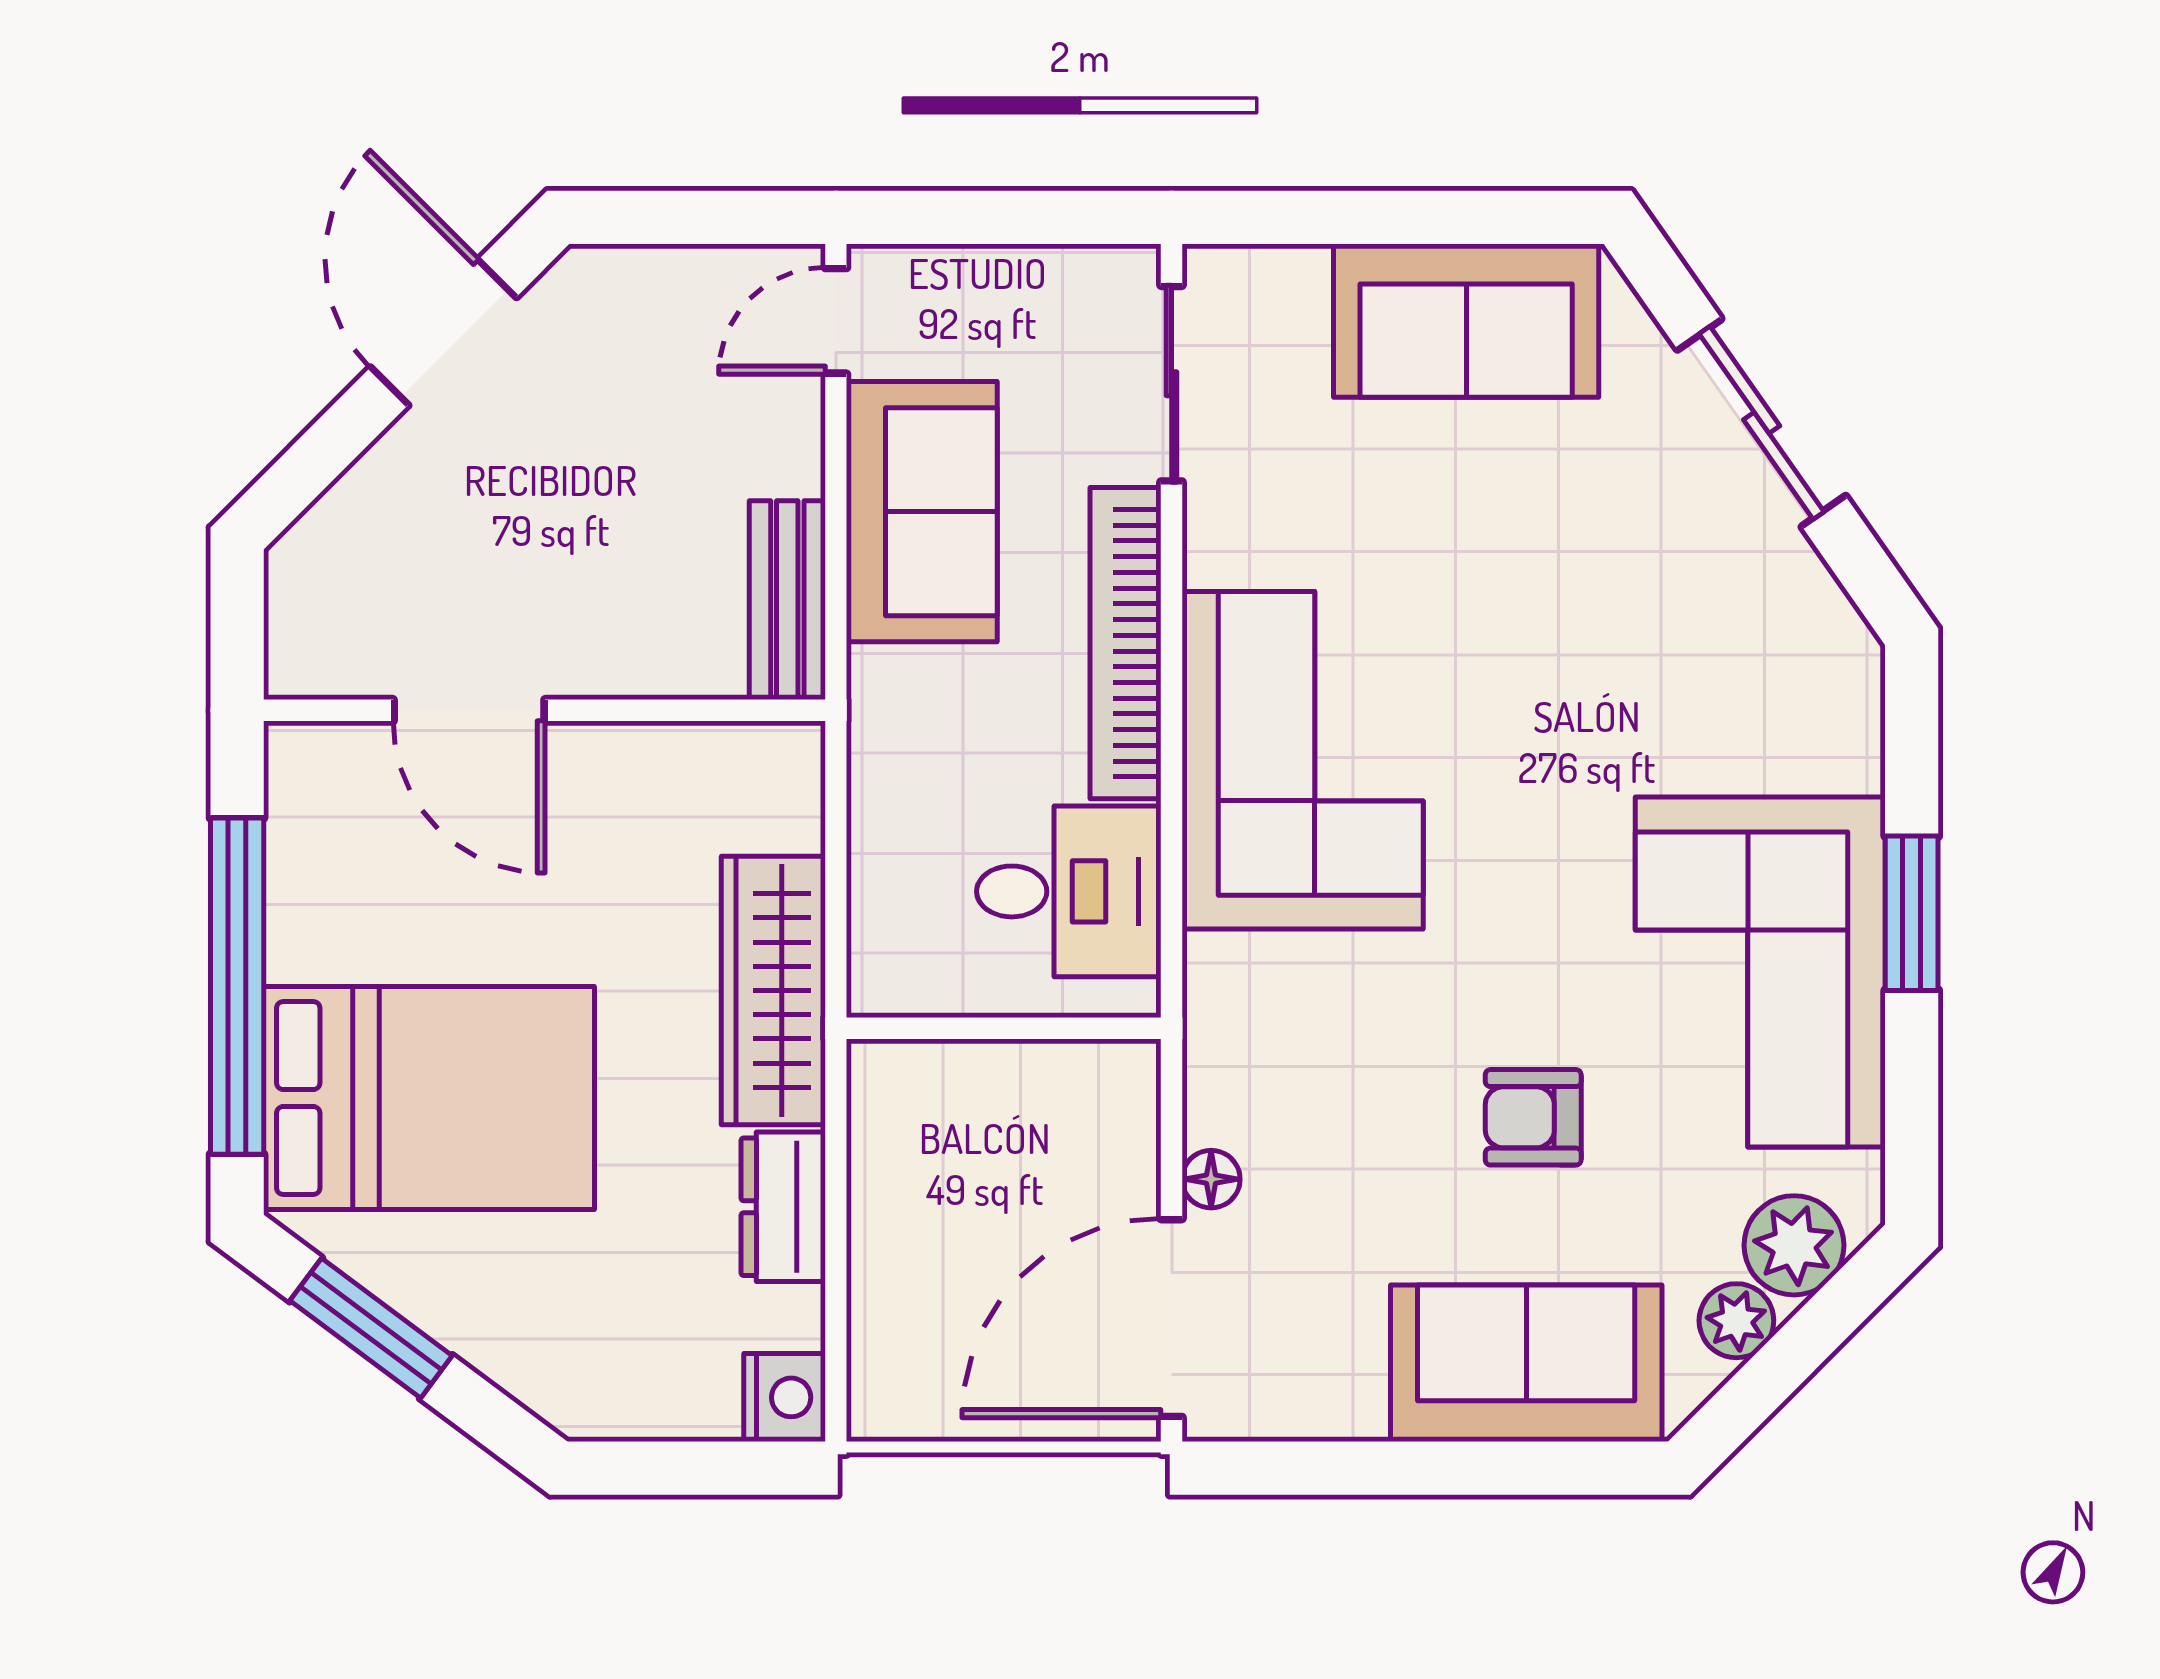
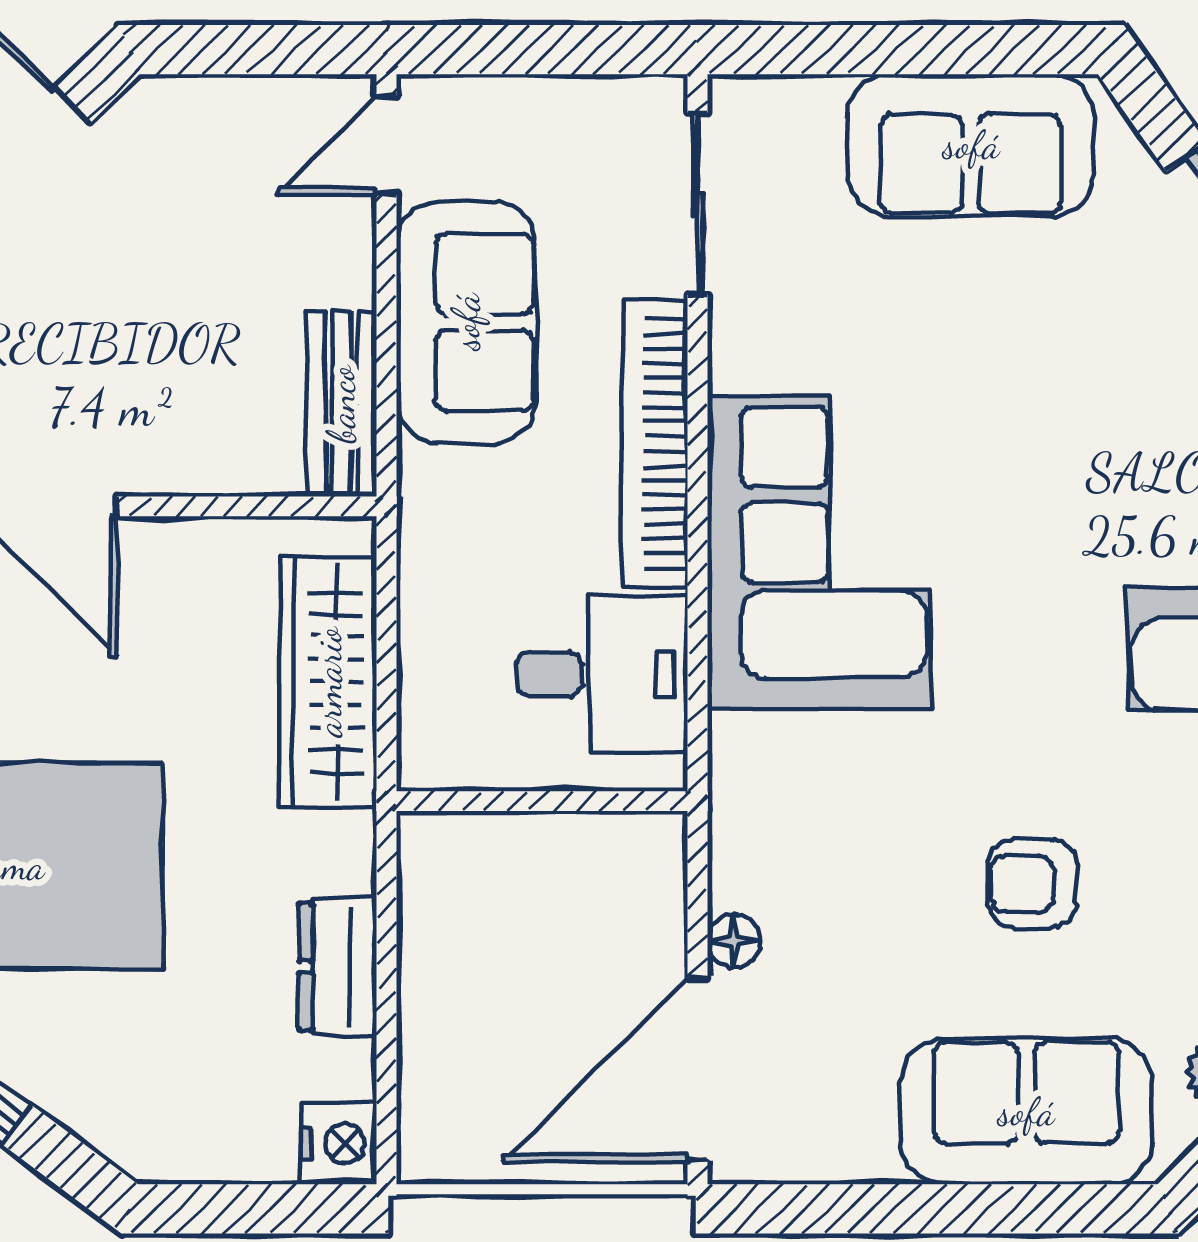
wardrobe: (773, 991) -> (328, 682), moved

